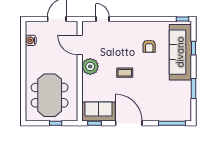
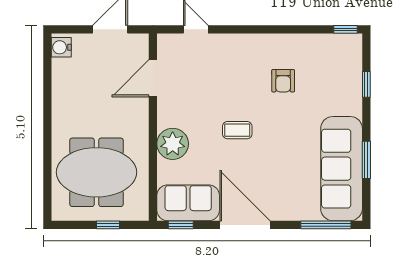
water cooler: (31, 40) -> (61, 47), moved
door: (80, 45) -> (153, 78), hinge flipped
sofa: (180, 52) -> (342, 169), moved
plant: (90, 66) -> (173, 144), moved
meeting table: (50, 95) -> (97, 172), turned 90

